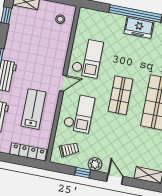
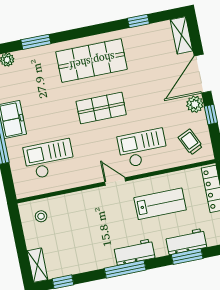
checkout: (87, 58) -> (49, 159), moved
lab bench: (33, 109) -> (160, 204), turned 180
door: (115, 179) -> (202, 74), width x1.87

